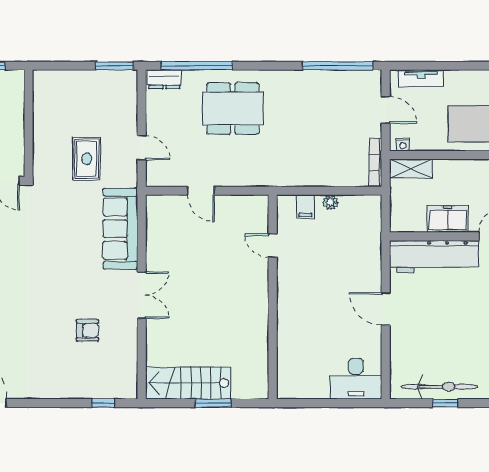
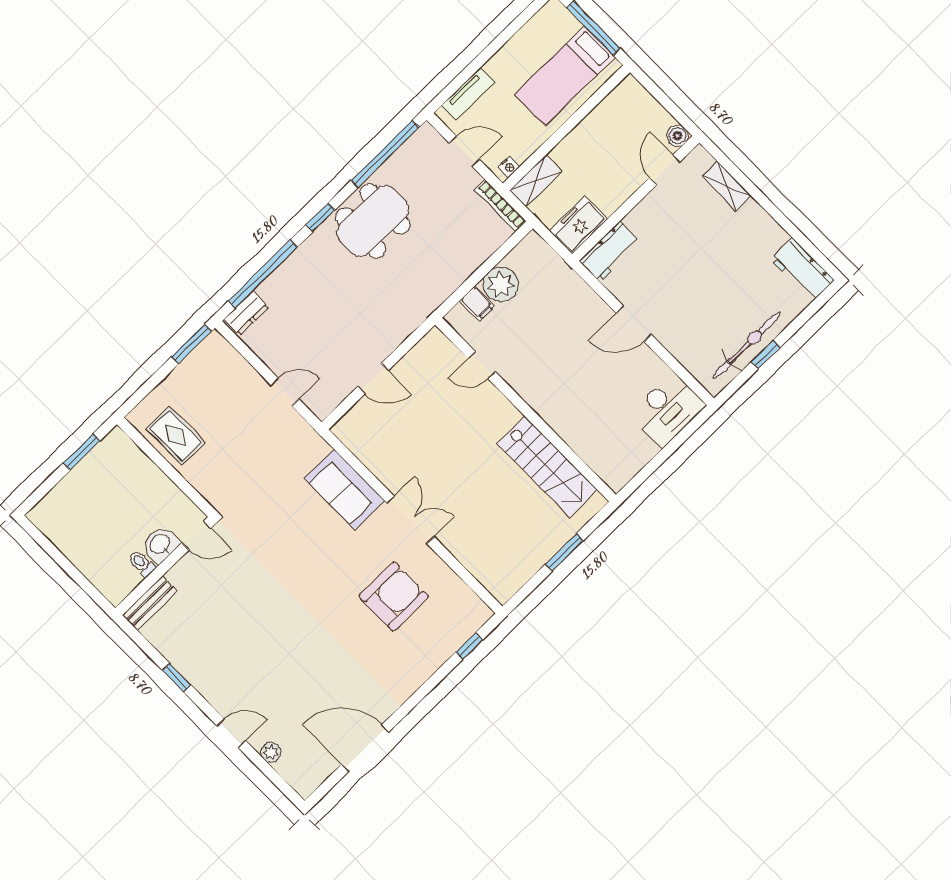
window: (263, 66) -> (320, 217), added
dining table: (233, 108) -> (373, 221), moved
rug: (87, 159) -> (176, 435), moved
plant: (330, 202) -> (501, 284), width x1.88, depth x1.88
freezer: (448, 219) -> (579, 225), moved
sofa: (120, 229) -> (345, 490), width x0.73
workbench: (434, 257) -> (610, 251), width x0.53, depth x0.76
armchair: (88, 330) -> (394, 596), width x1.88, depth x1.88
stairs: (188, 383) -> (547, 467), moved, turned -90

